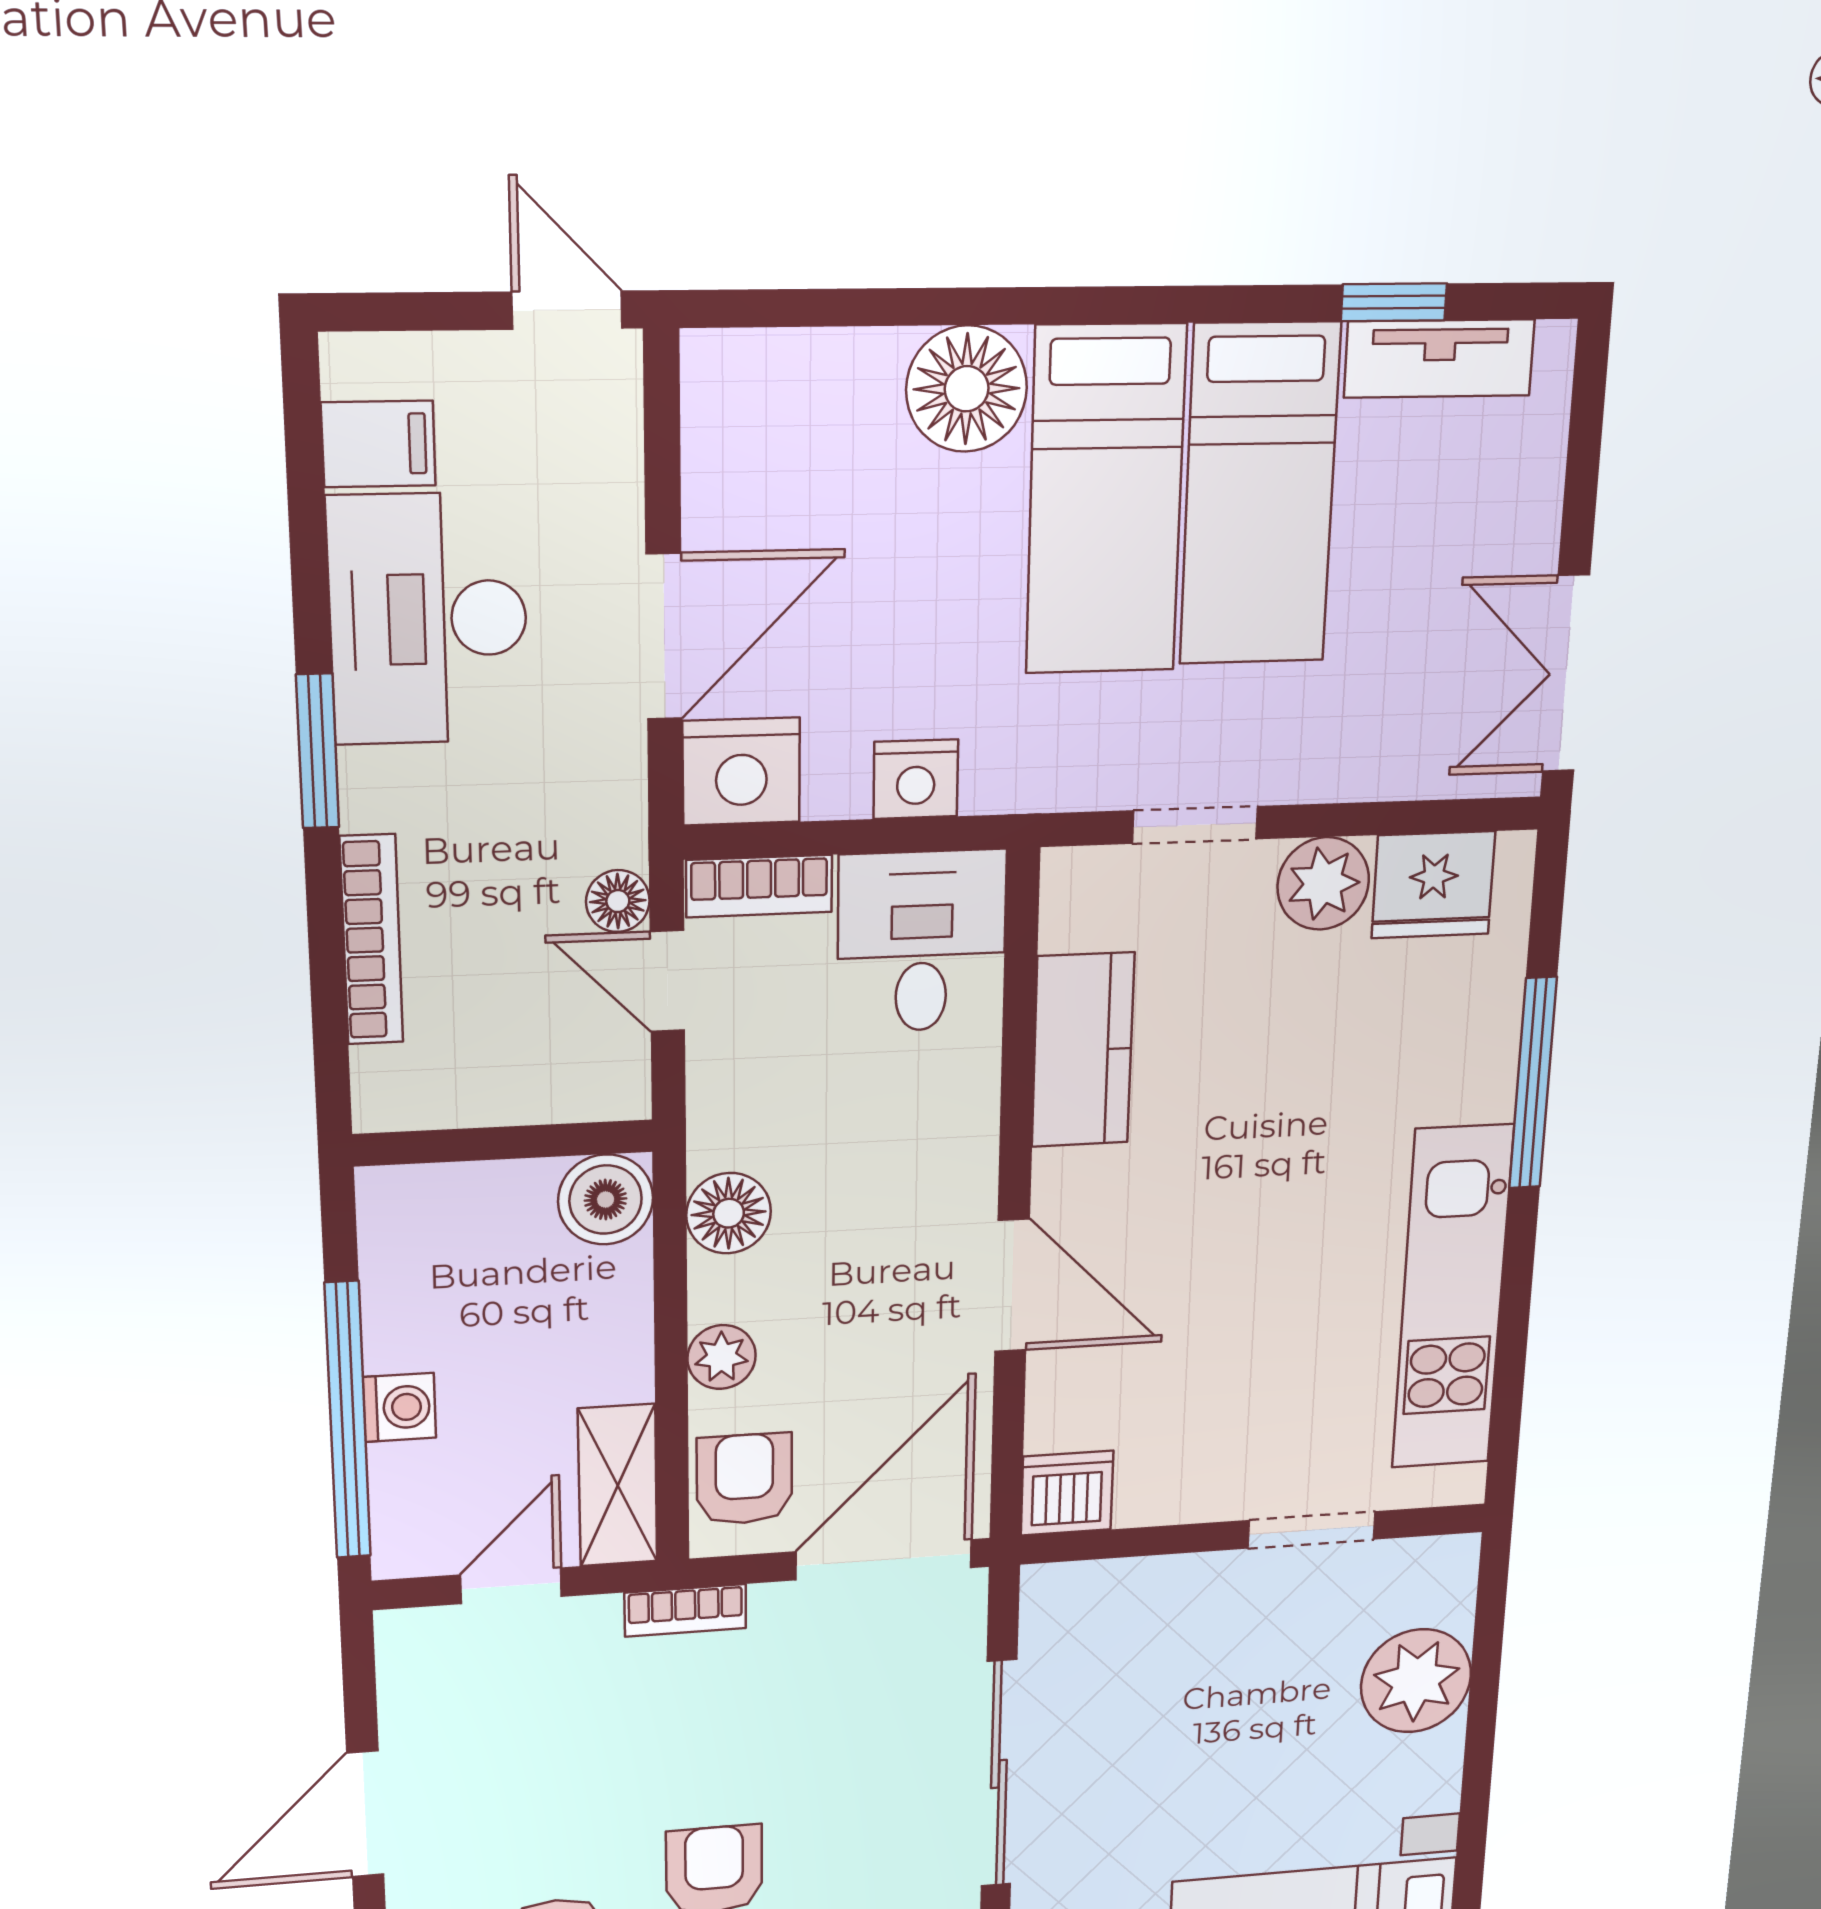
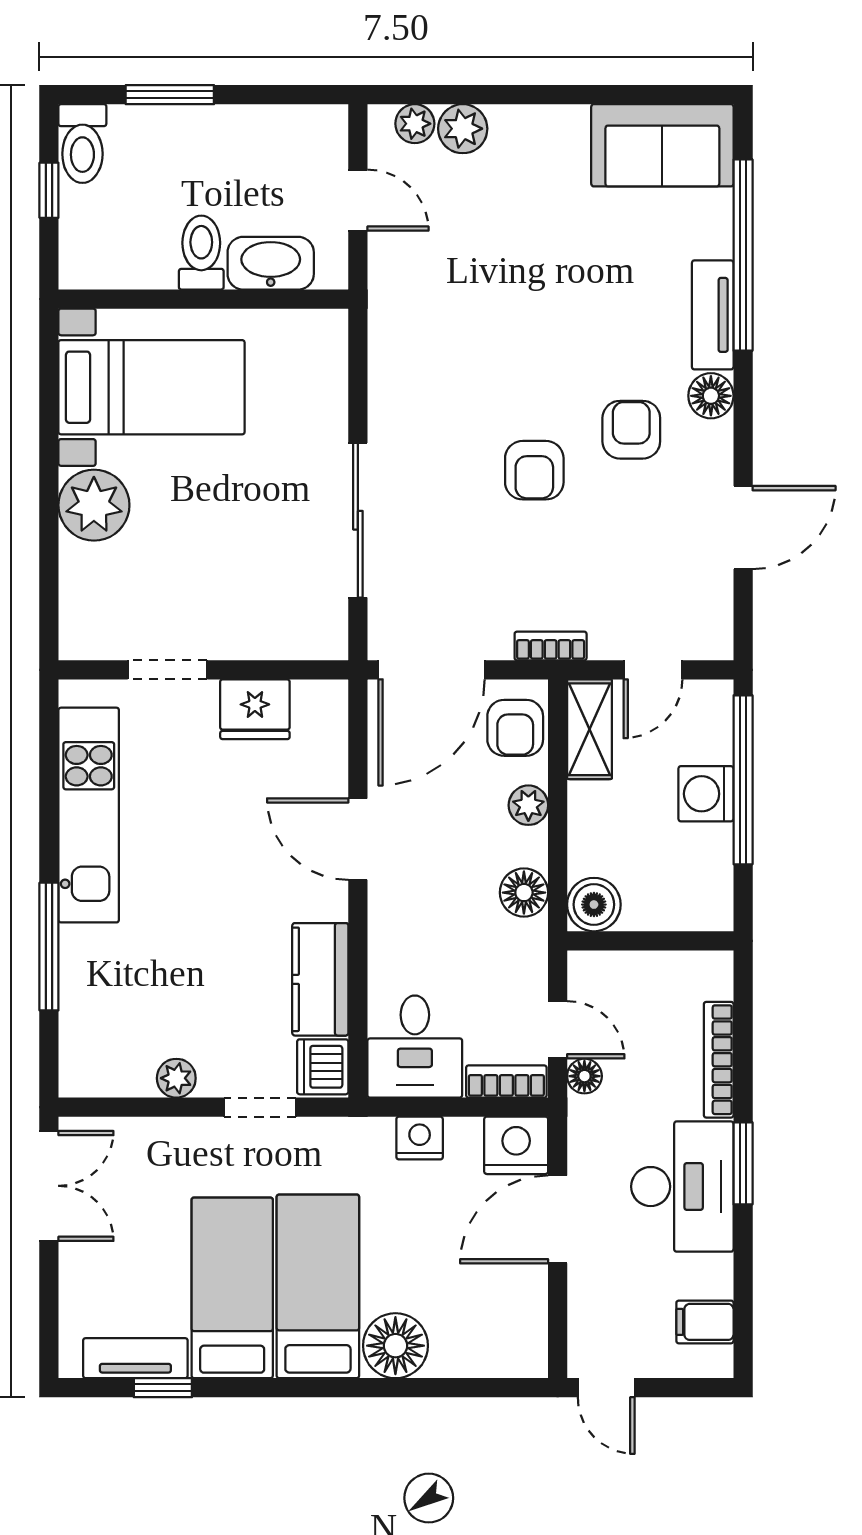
desk: (428, 619) -> (682, 1187), moved
plant: (1323, 883) -> (176, 1078), width x0.73, depth x0.73
fridge: (1433, 885) -> (255, 709), moved, turned 180
washing machine: (399, 1407) -> (706, 794), width x1.38, depth x1.38
dishwasher: (1067, 1493) -> (323, 1067), moved, turned 90
plant: (1416, 1681) -> (94, 505), moved

